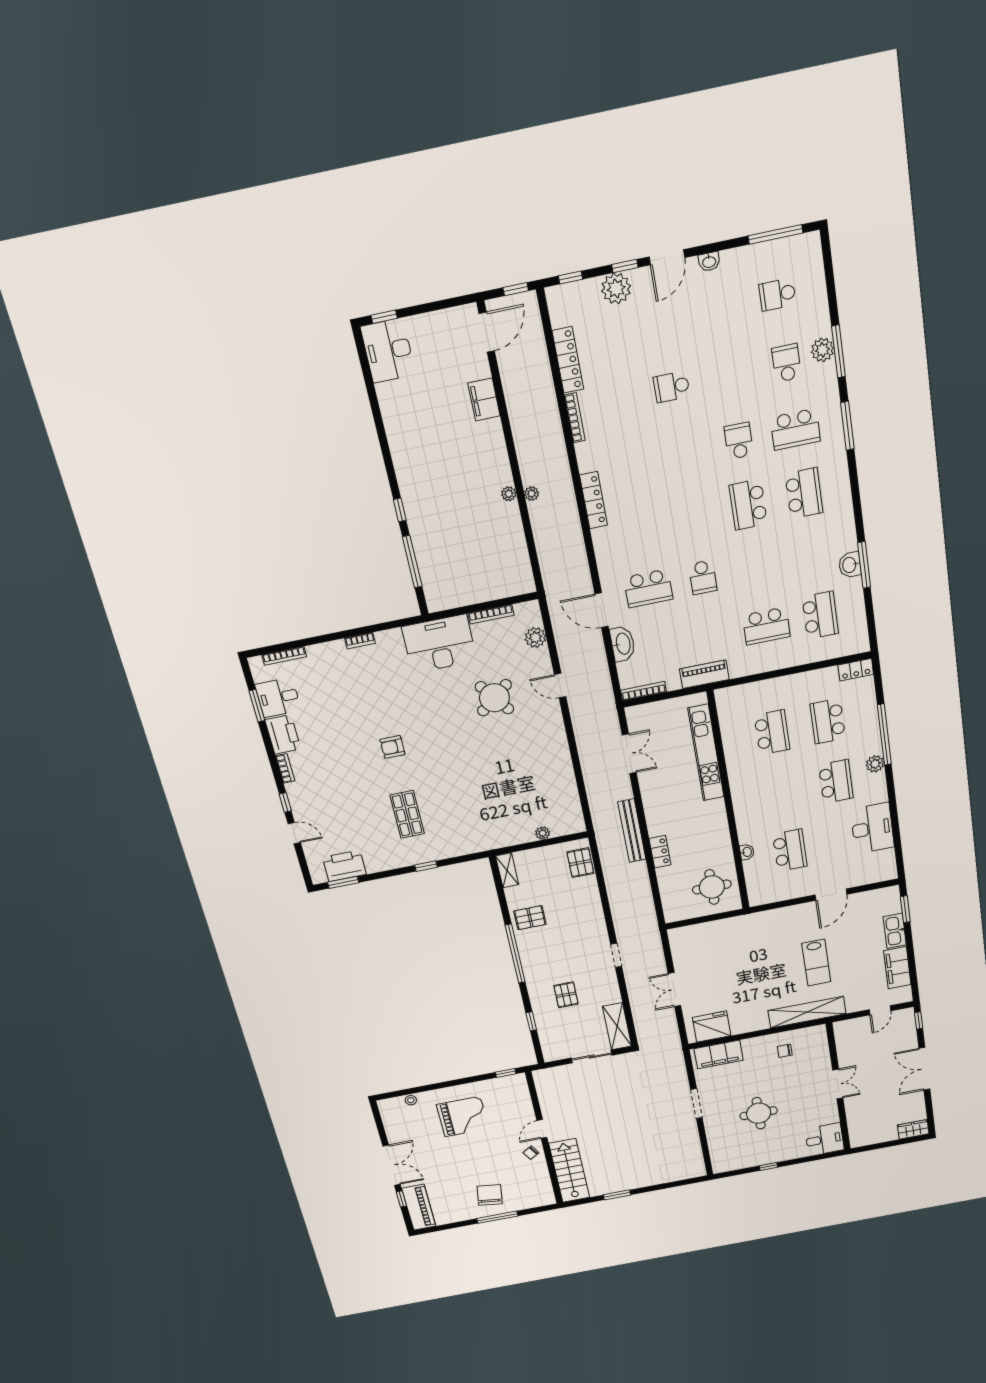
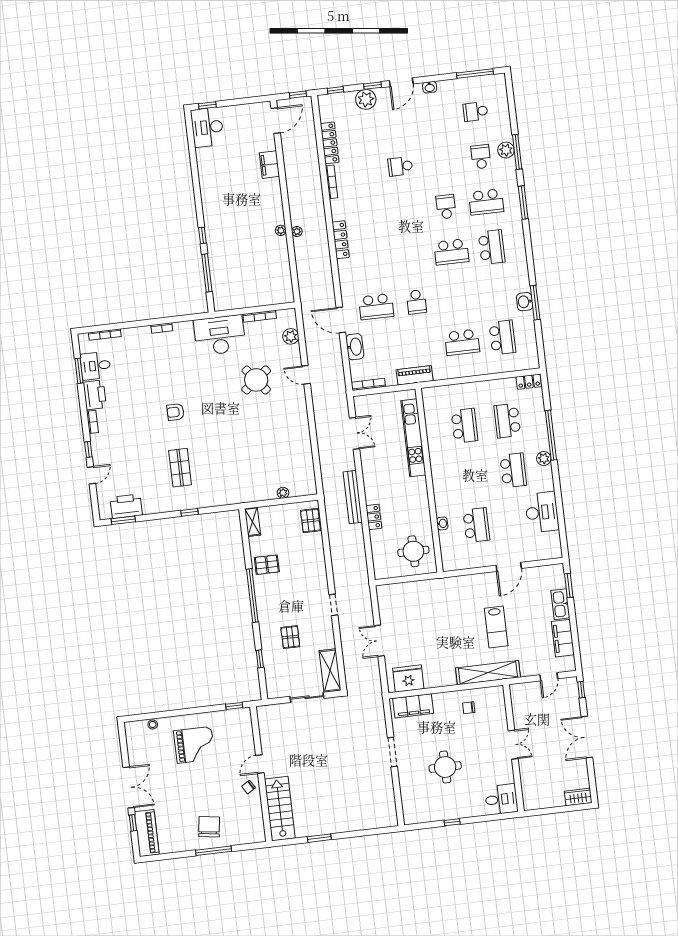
school desk: (748, 505) -> (451, 252), turned -90
door: (294, 833) -> (91, 475), hinge flipped

